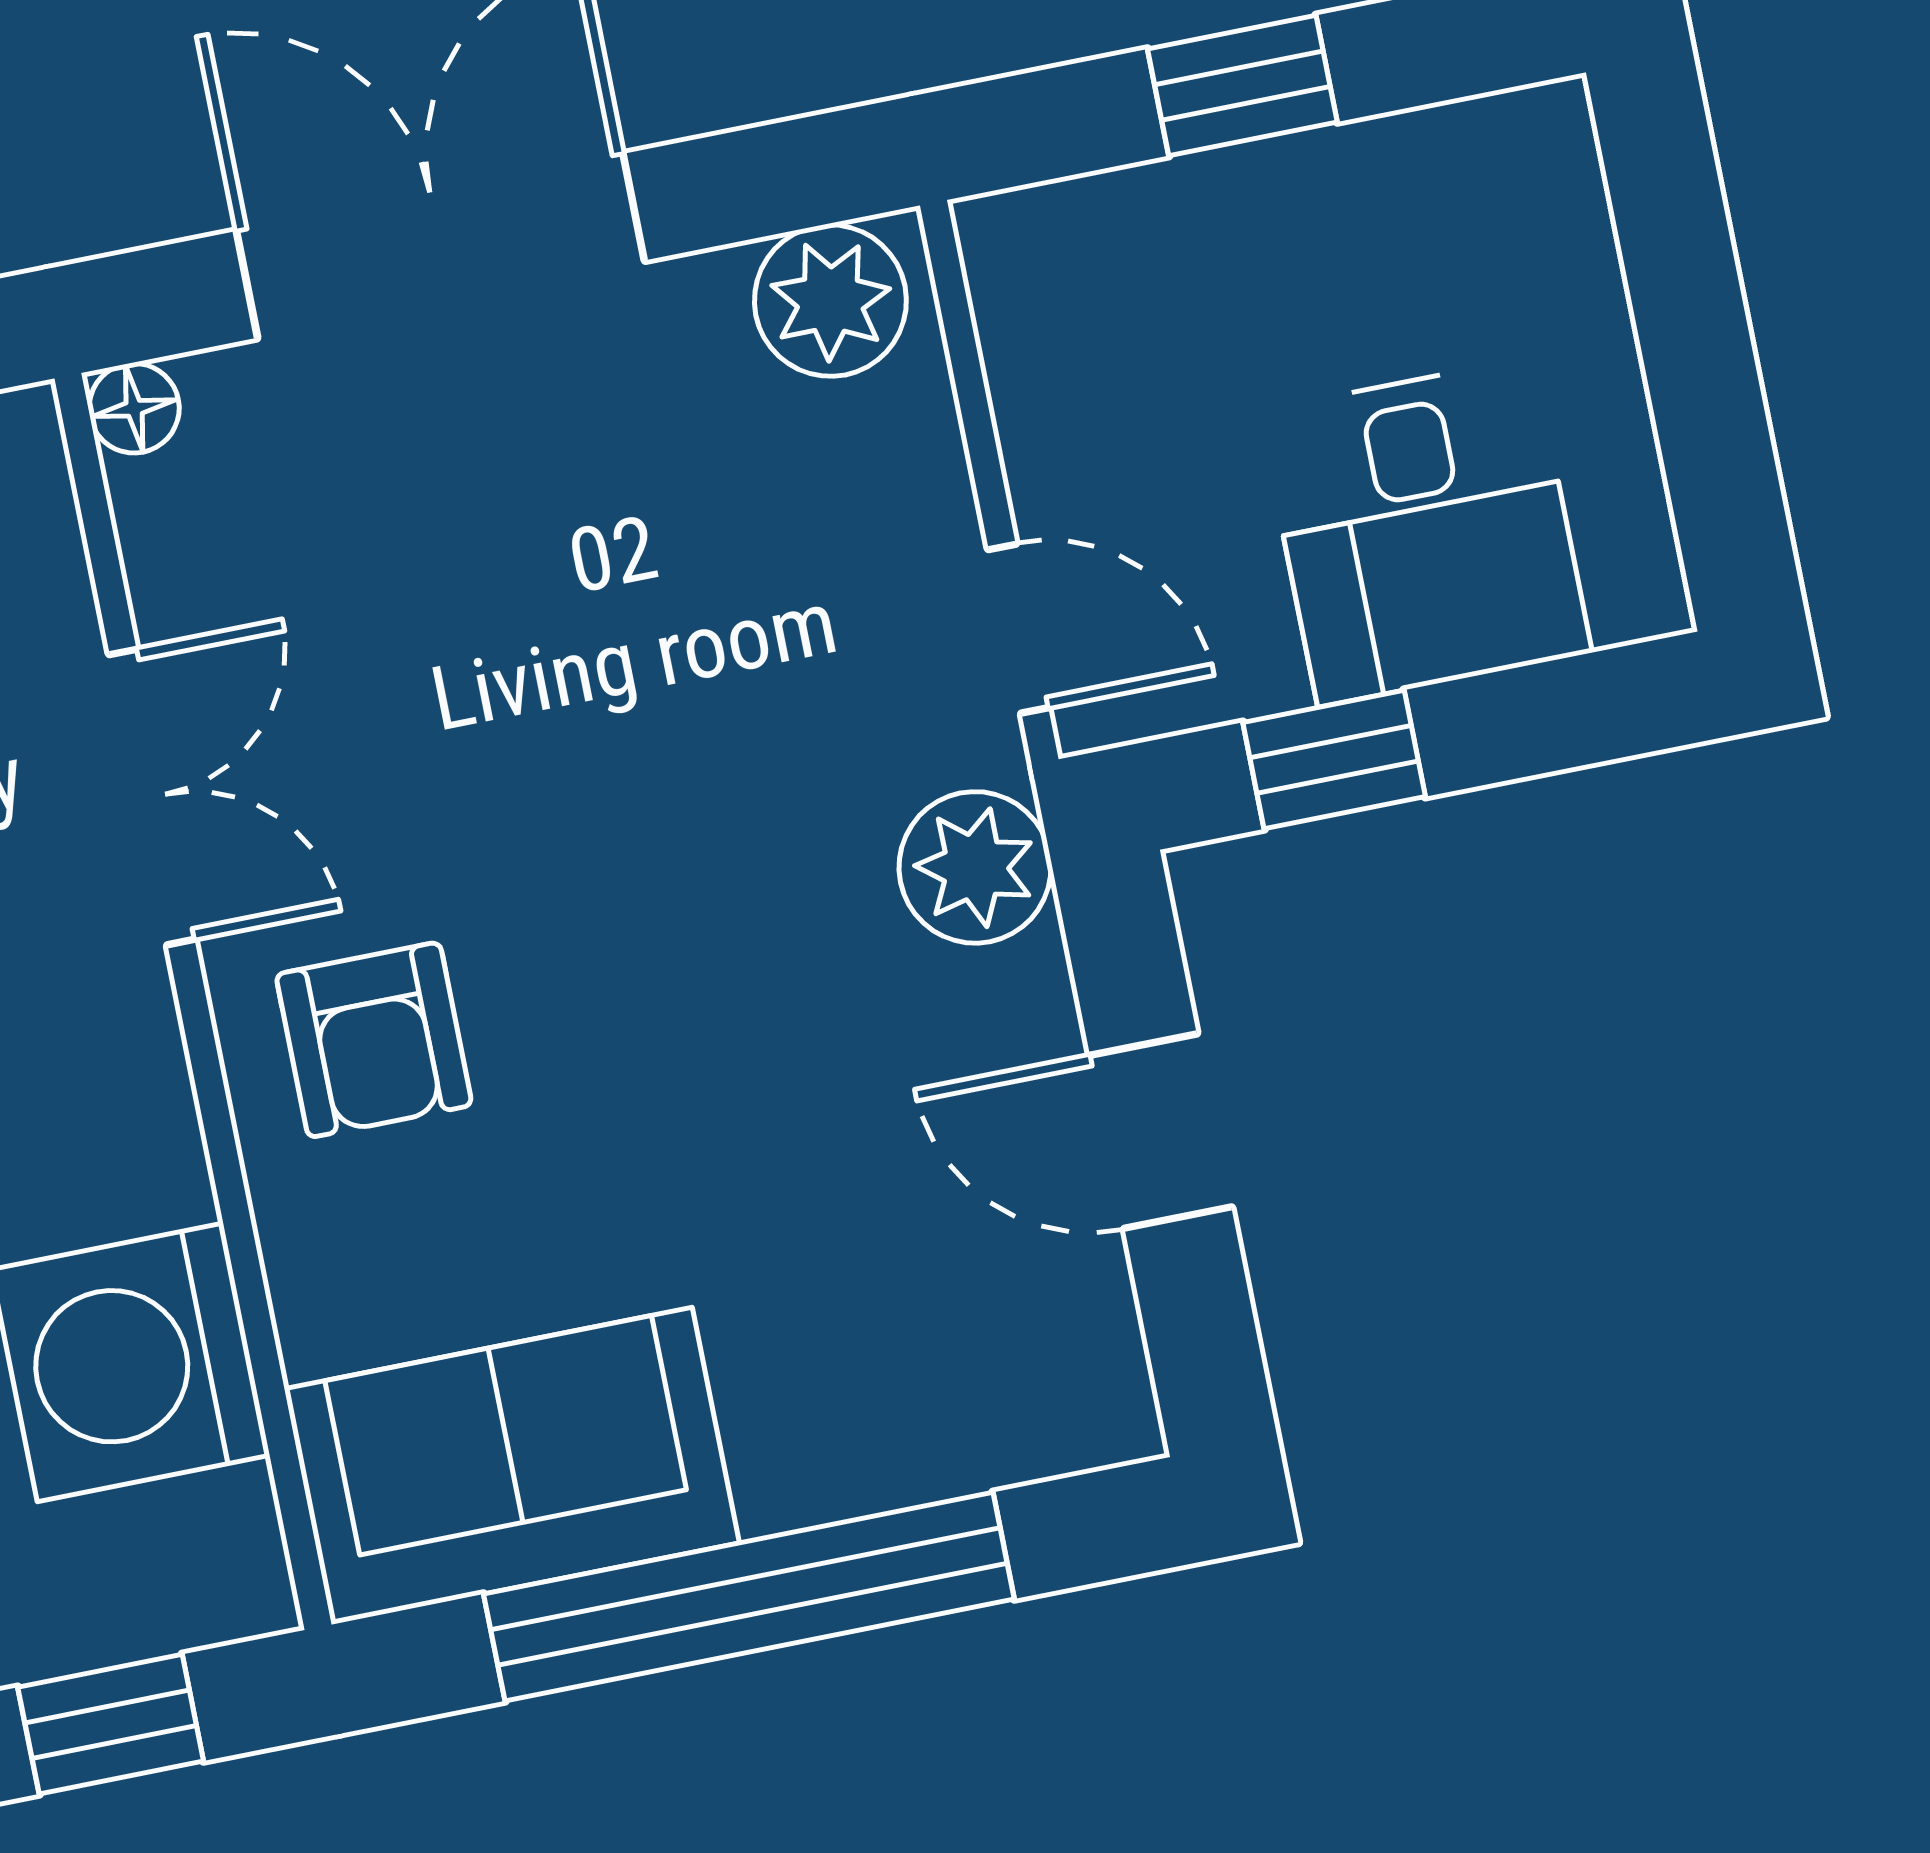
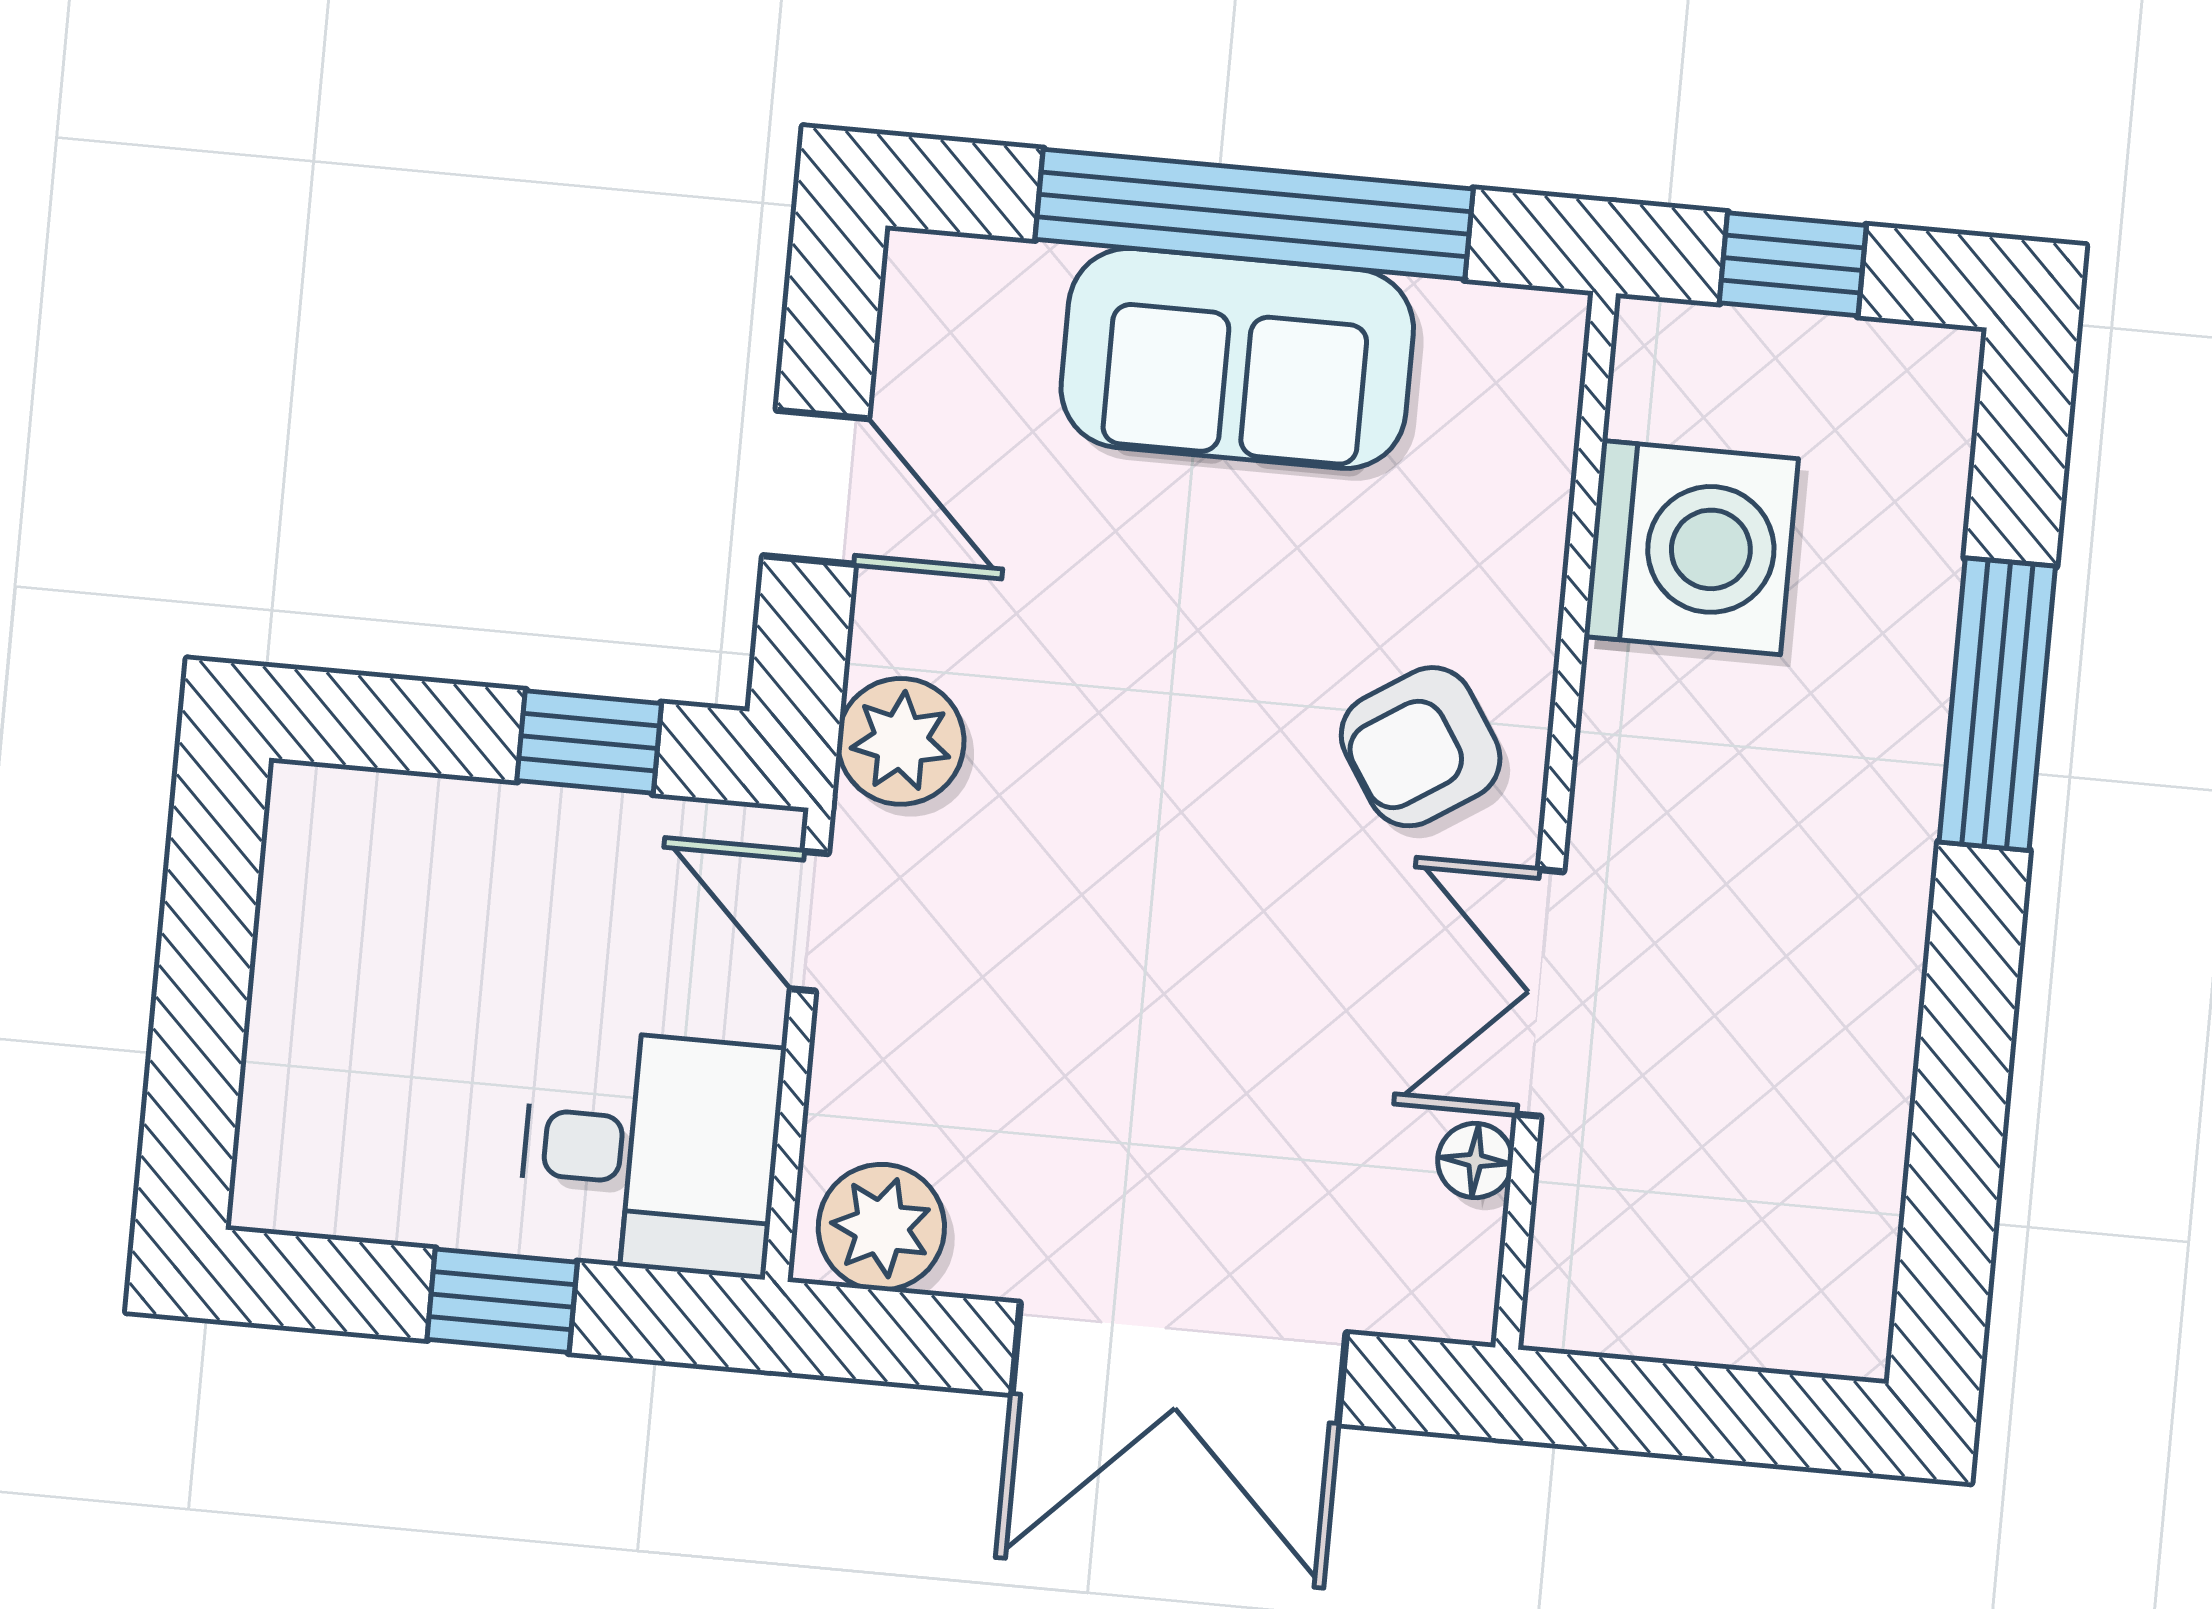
floor lamp: (134, 408) -> (1475, 1160), moved
desk: (1425, 532) -> (651, 1152), moved, turned 90
armchair: (374, 1040) -> (1421, 747), turned -123
sofa: (512, 1466) -> (1237, 358), moved

